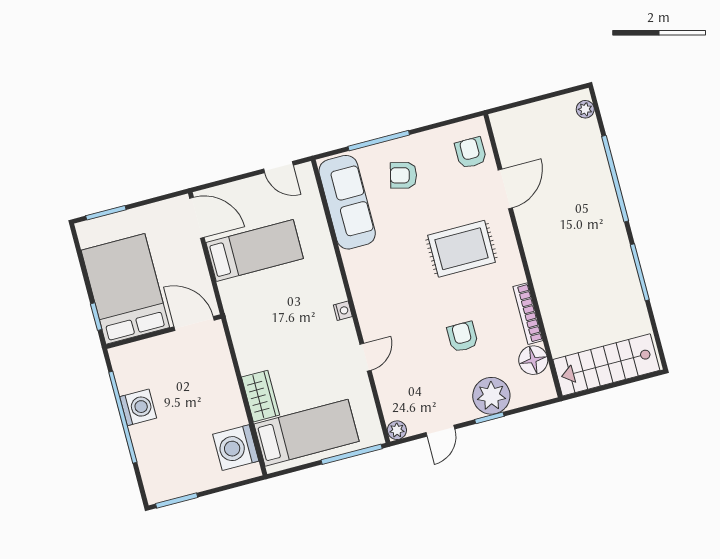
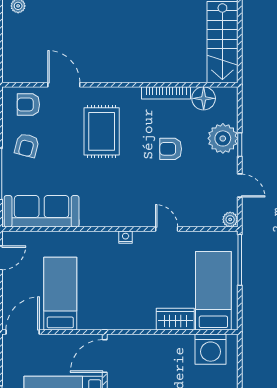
armchair: (403, 175) -> (27, 145), moved

